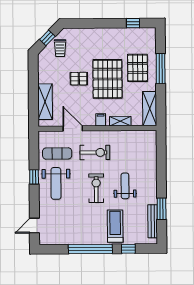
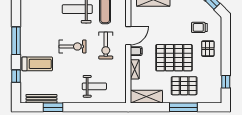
trolley: (60, 48) -> (199, 27), moved
pallet: (79, 79) -> (208, 49), moved
door: (73, 129) -> (128, 36), moved
weight bench: (125, 186) -> (94, 86), moved
window: (90, 249) -> (16, 41), width x0.68

